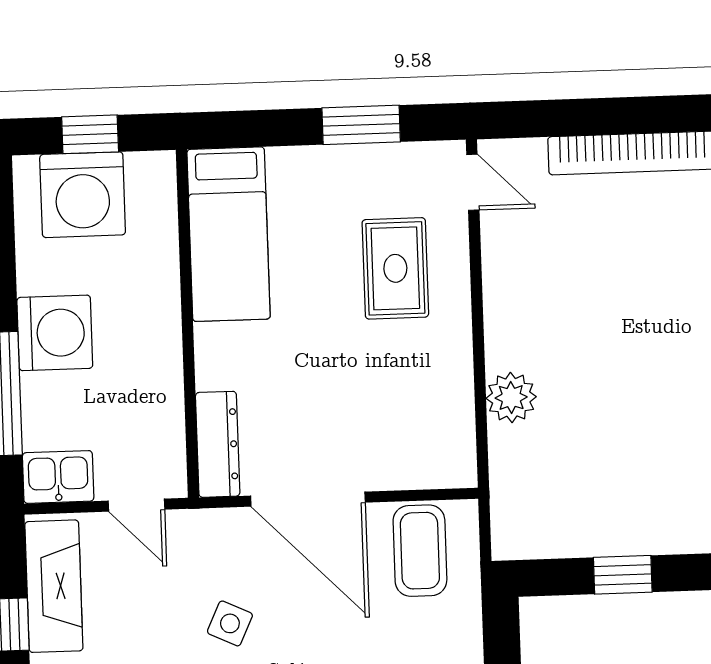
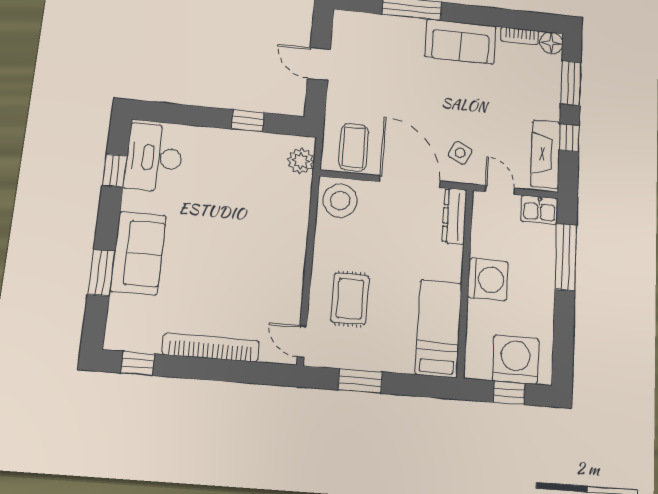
washing machine: (55, 333) -> (488, 279), moved, turned 180
plant: (511, 397) -> (301, 161), moved
stool: (434, 446) -> (340, 201), added
side table: (230, 623) -> (460, 153), moved

